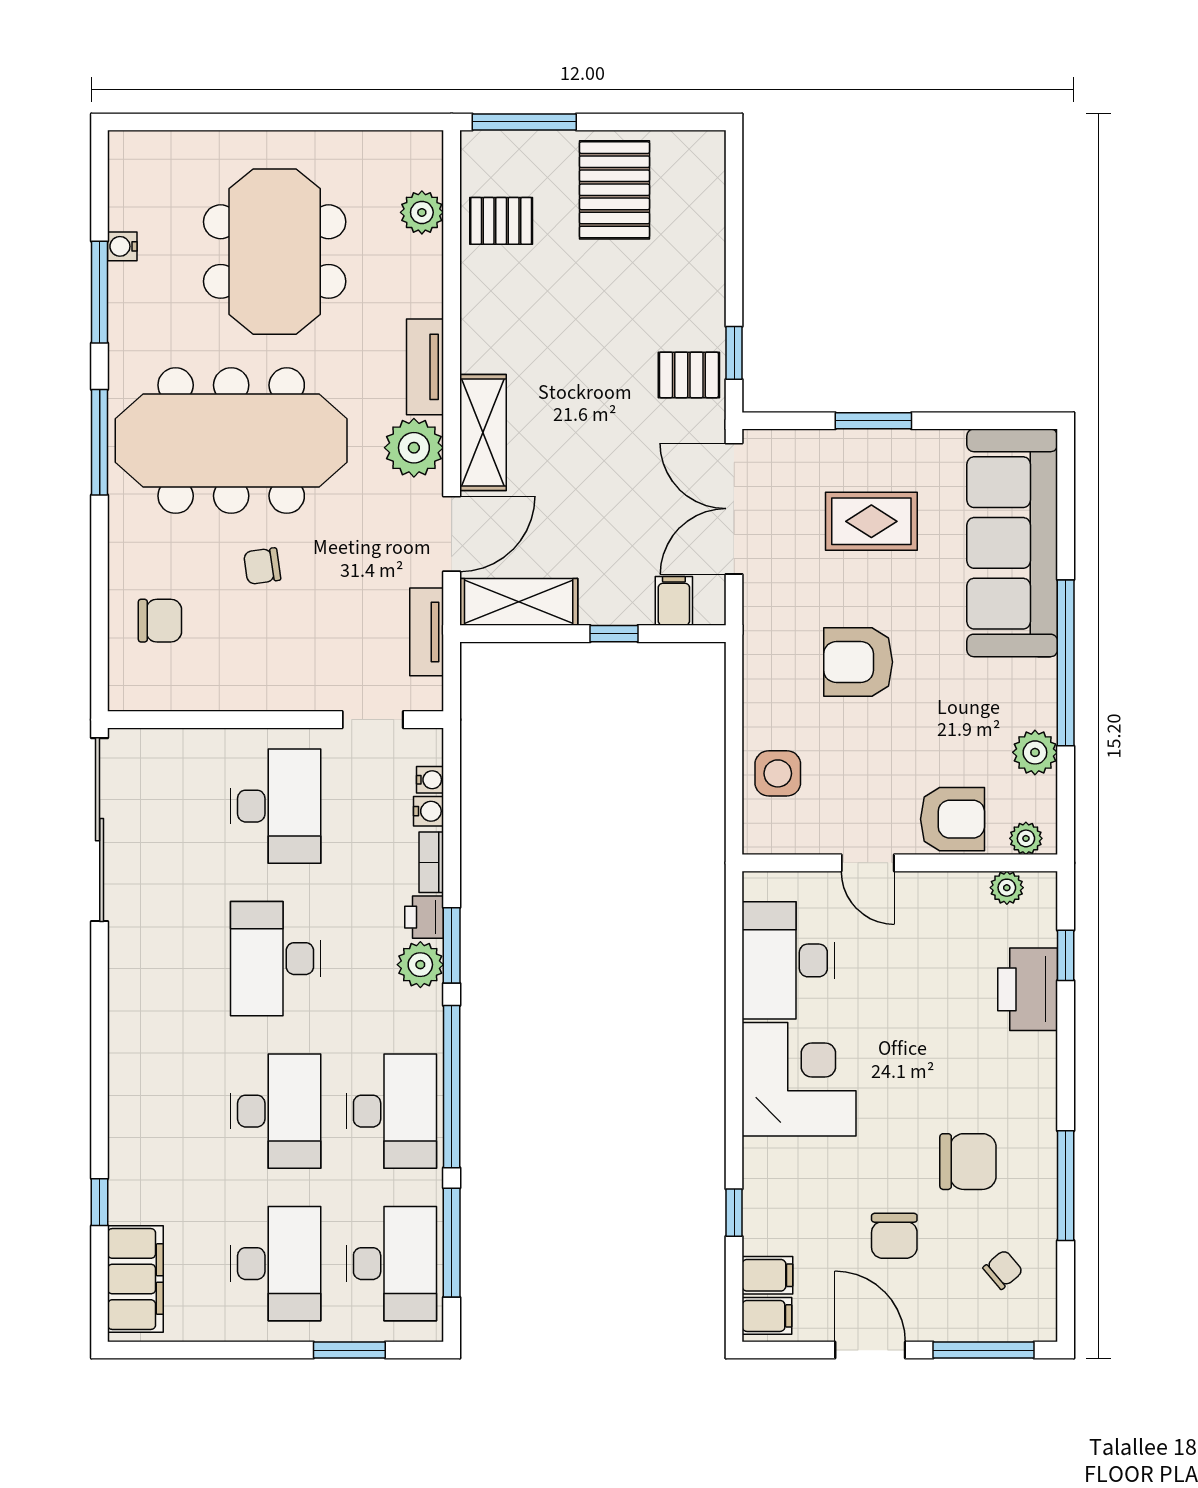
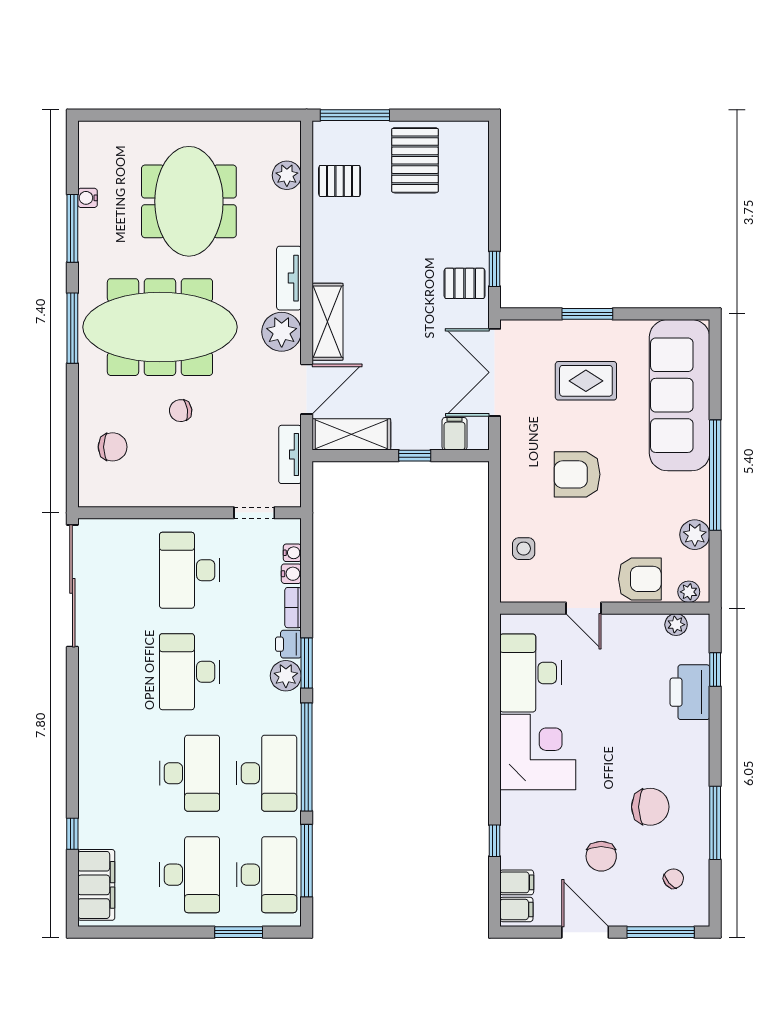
side table: (778, 773) -> (524, 549), width x0.73, depth x0.73
desk: (276, 806) -> (190, 570), turned 180

